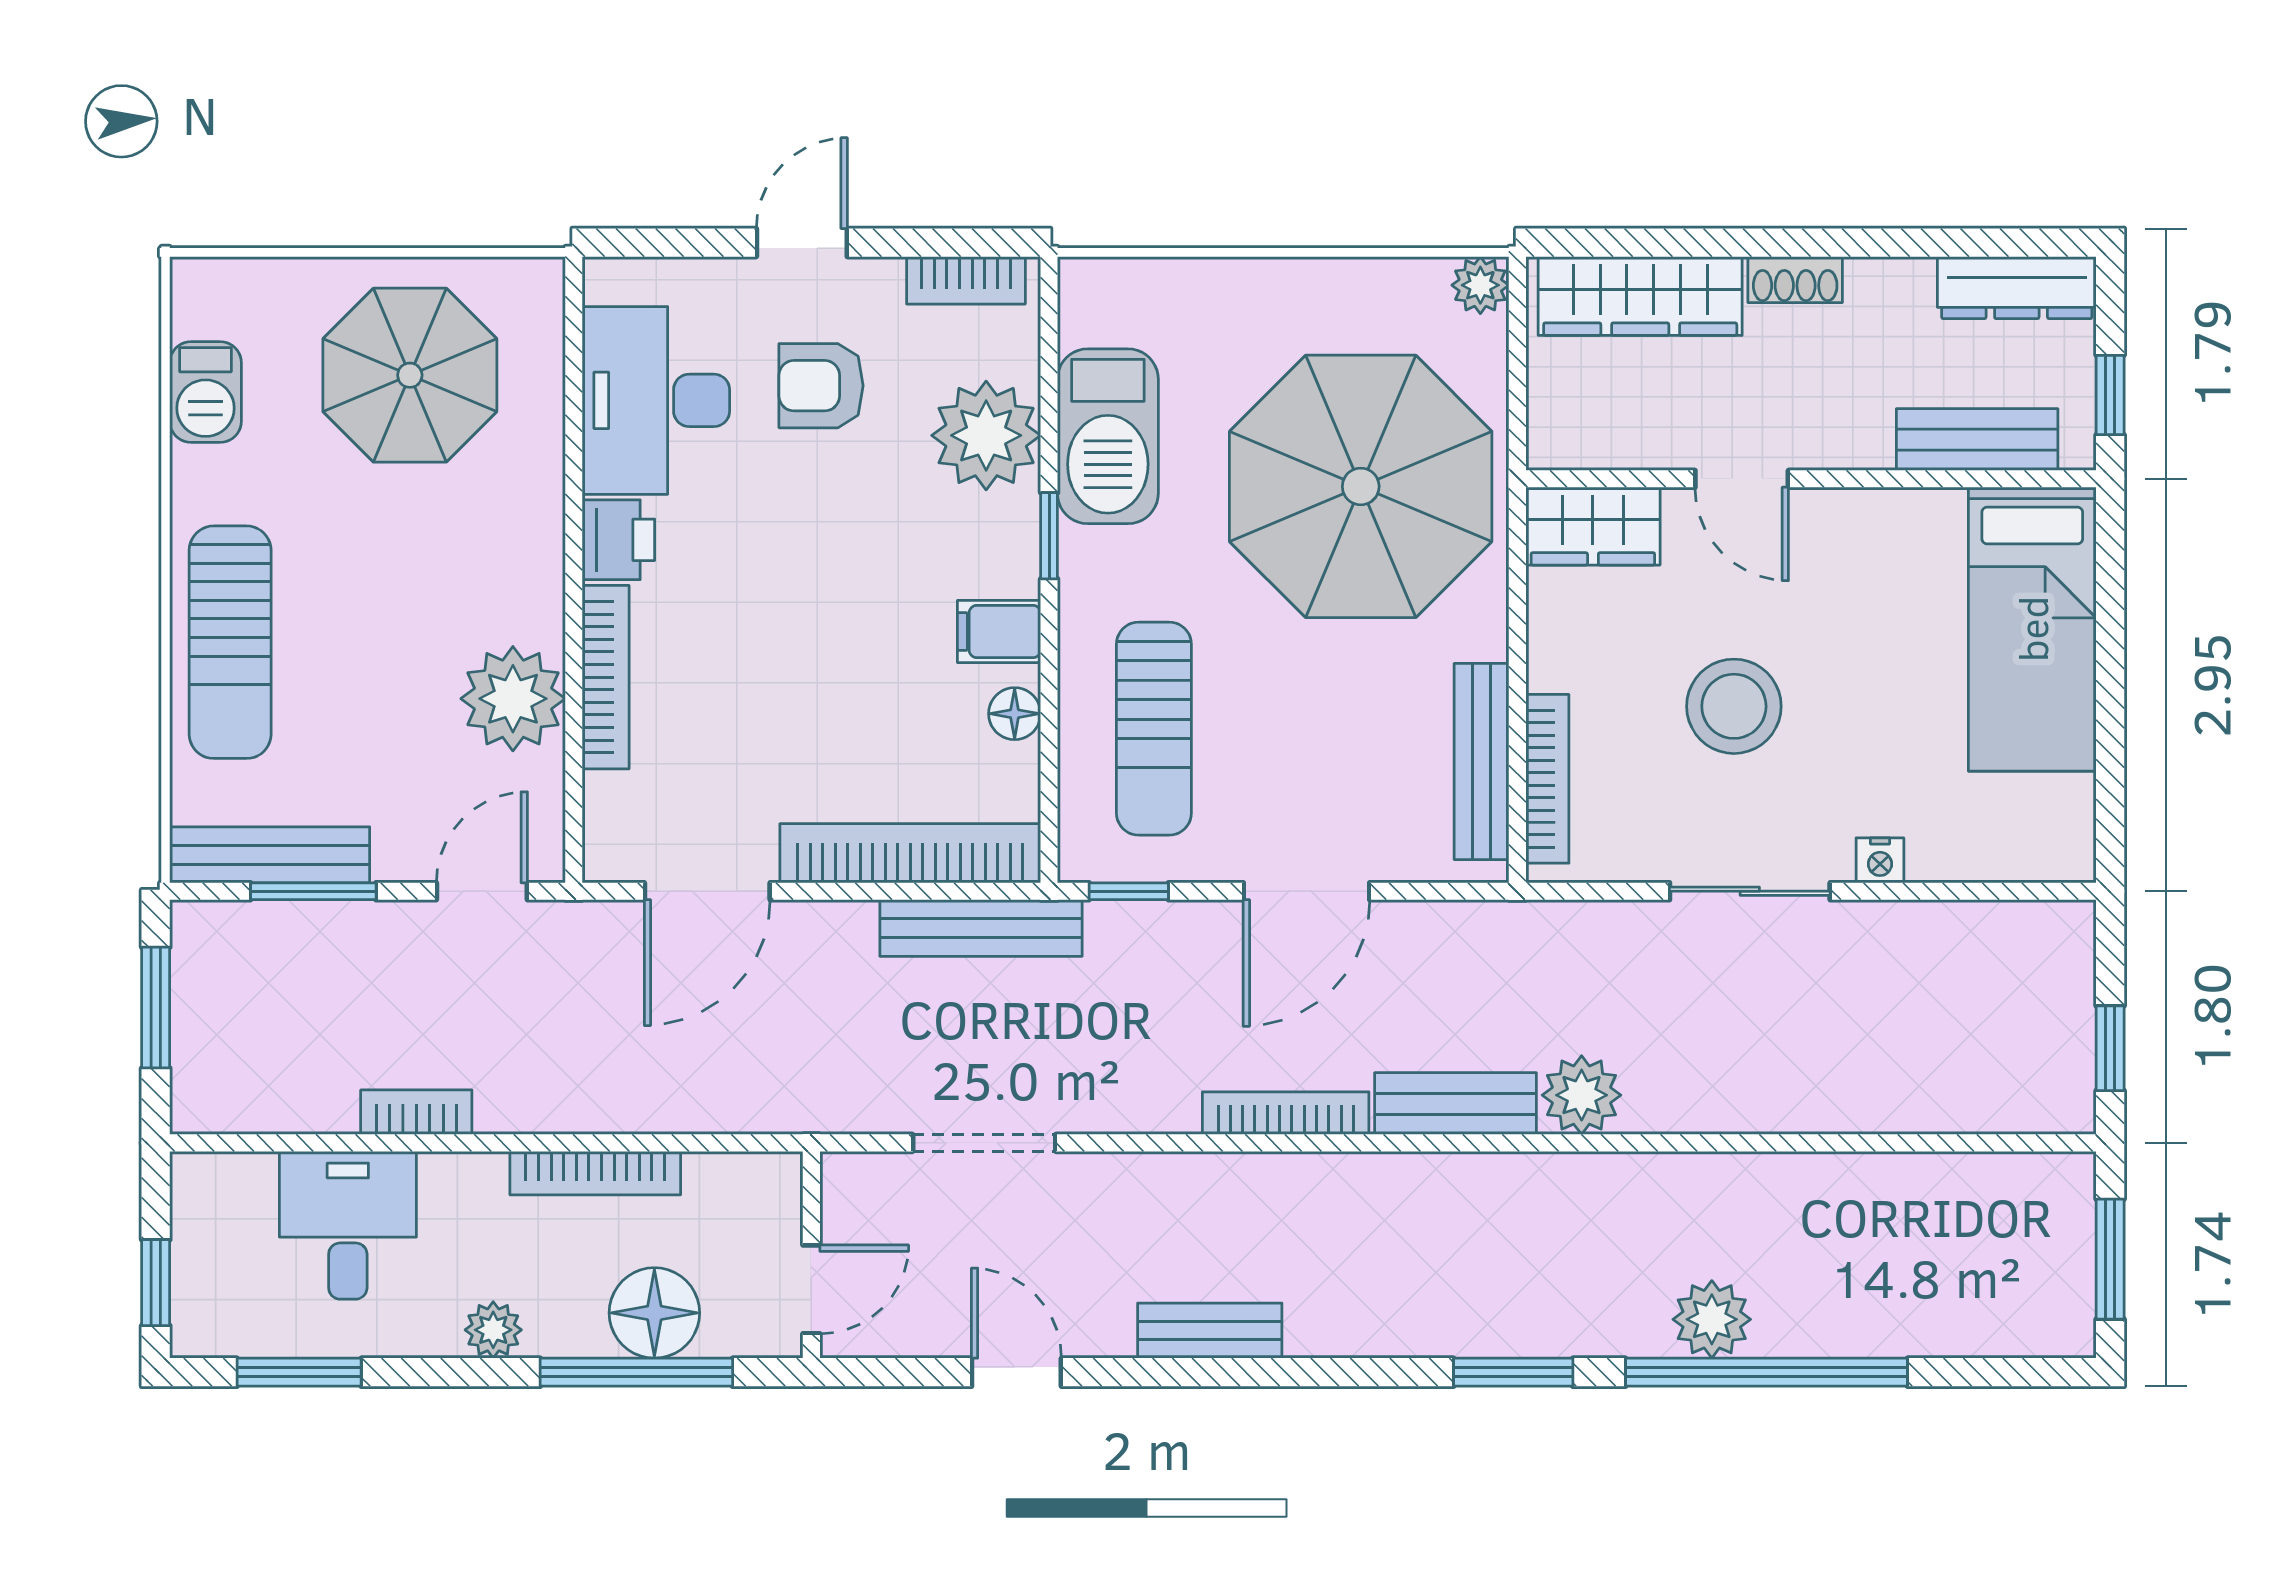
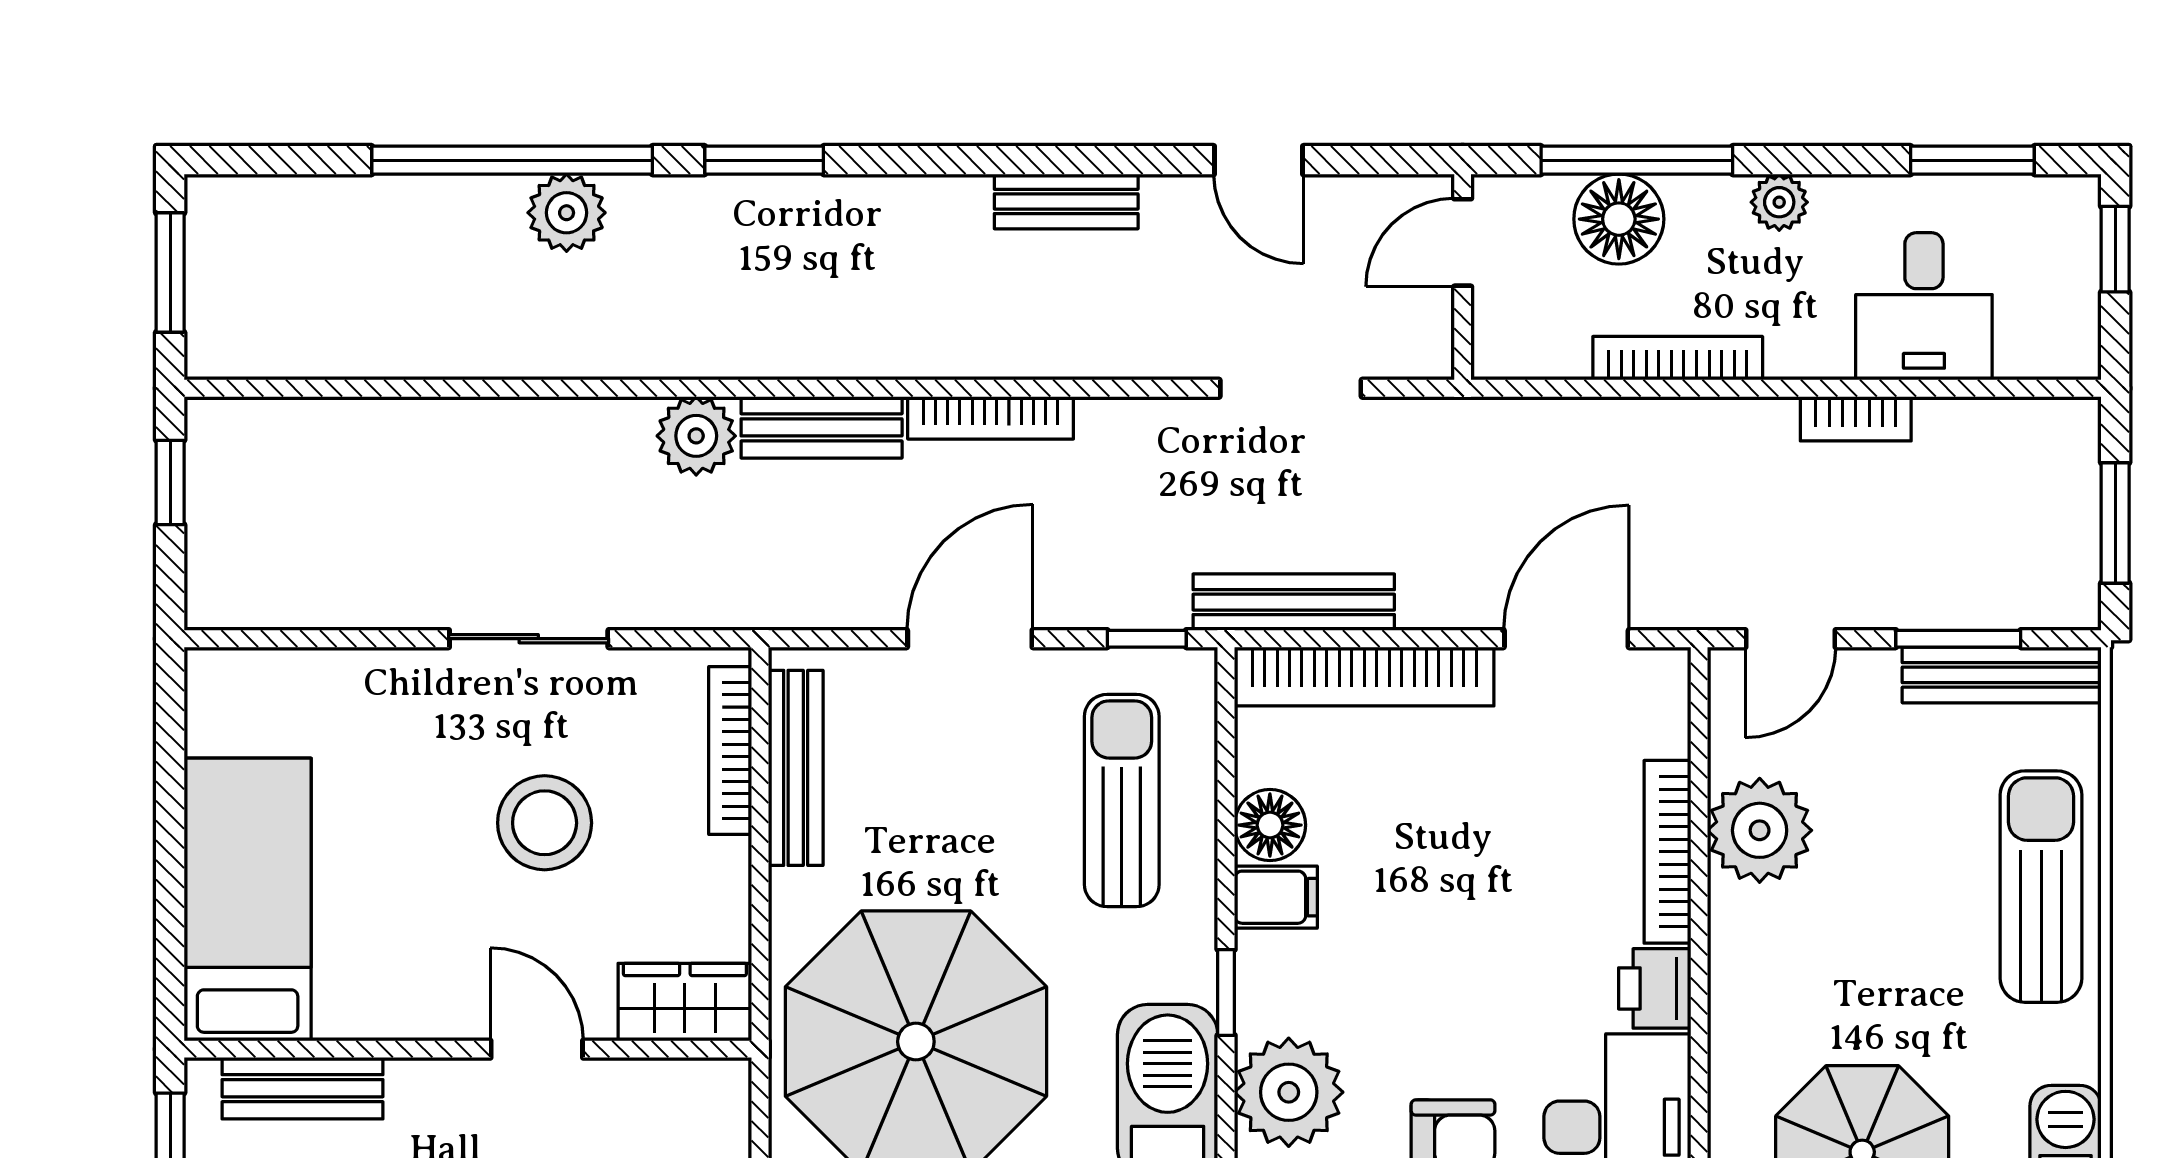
floor lamp: (1015, 714) -> (1270, 825), width x1.37, depth x1.37
nightstand: (1880, 860) -> (399, 669), removed

